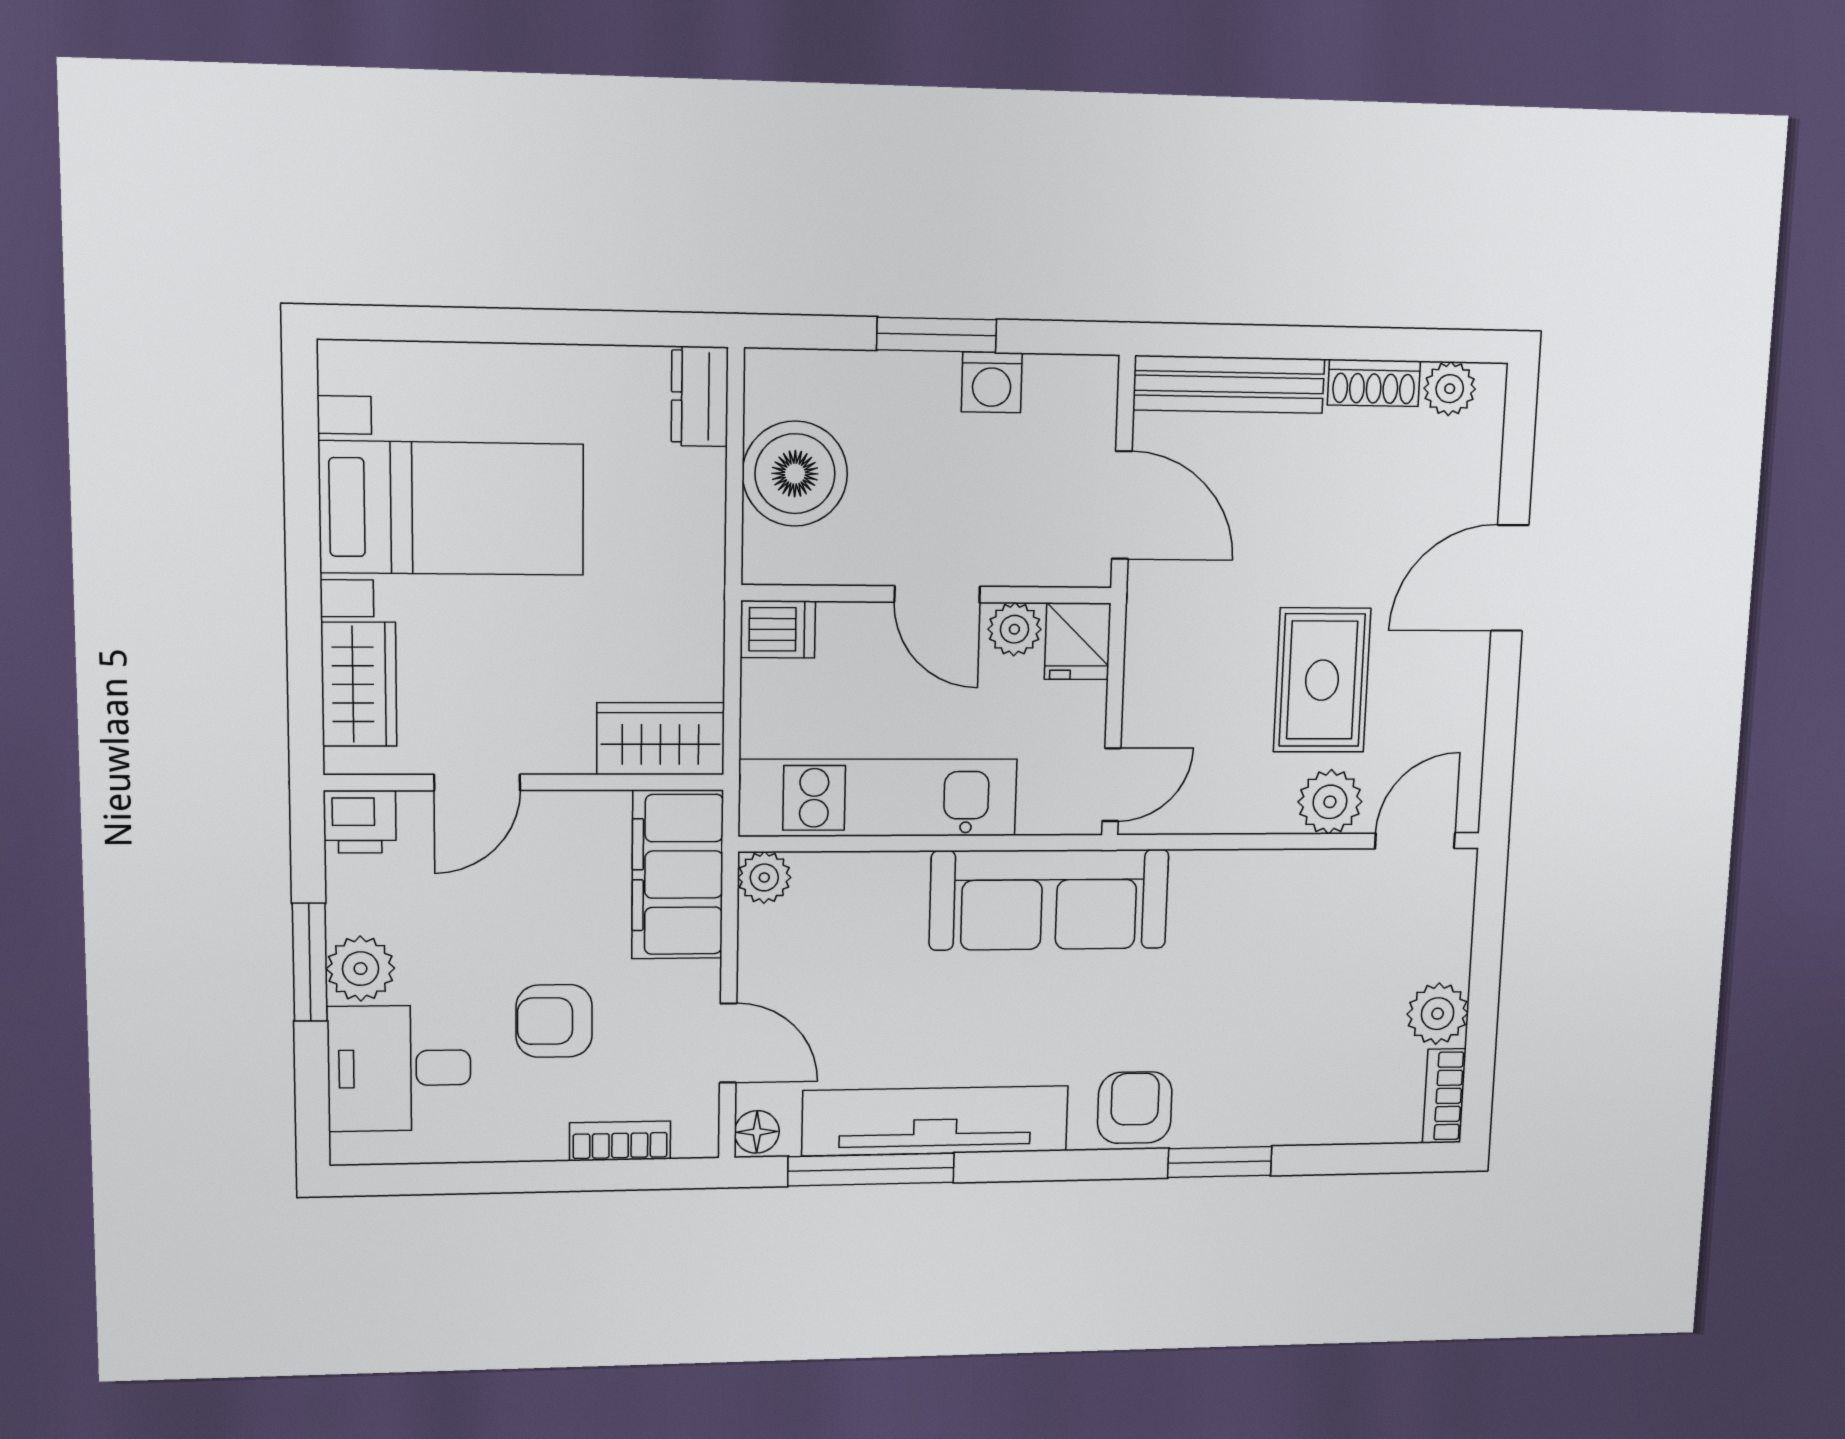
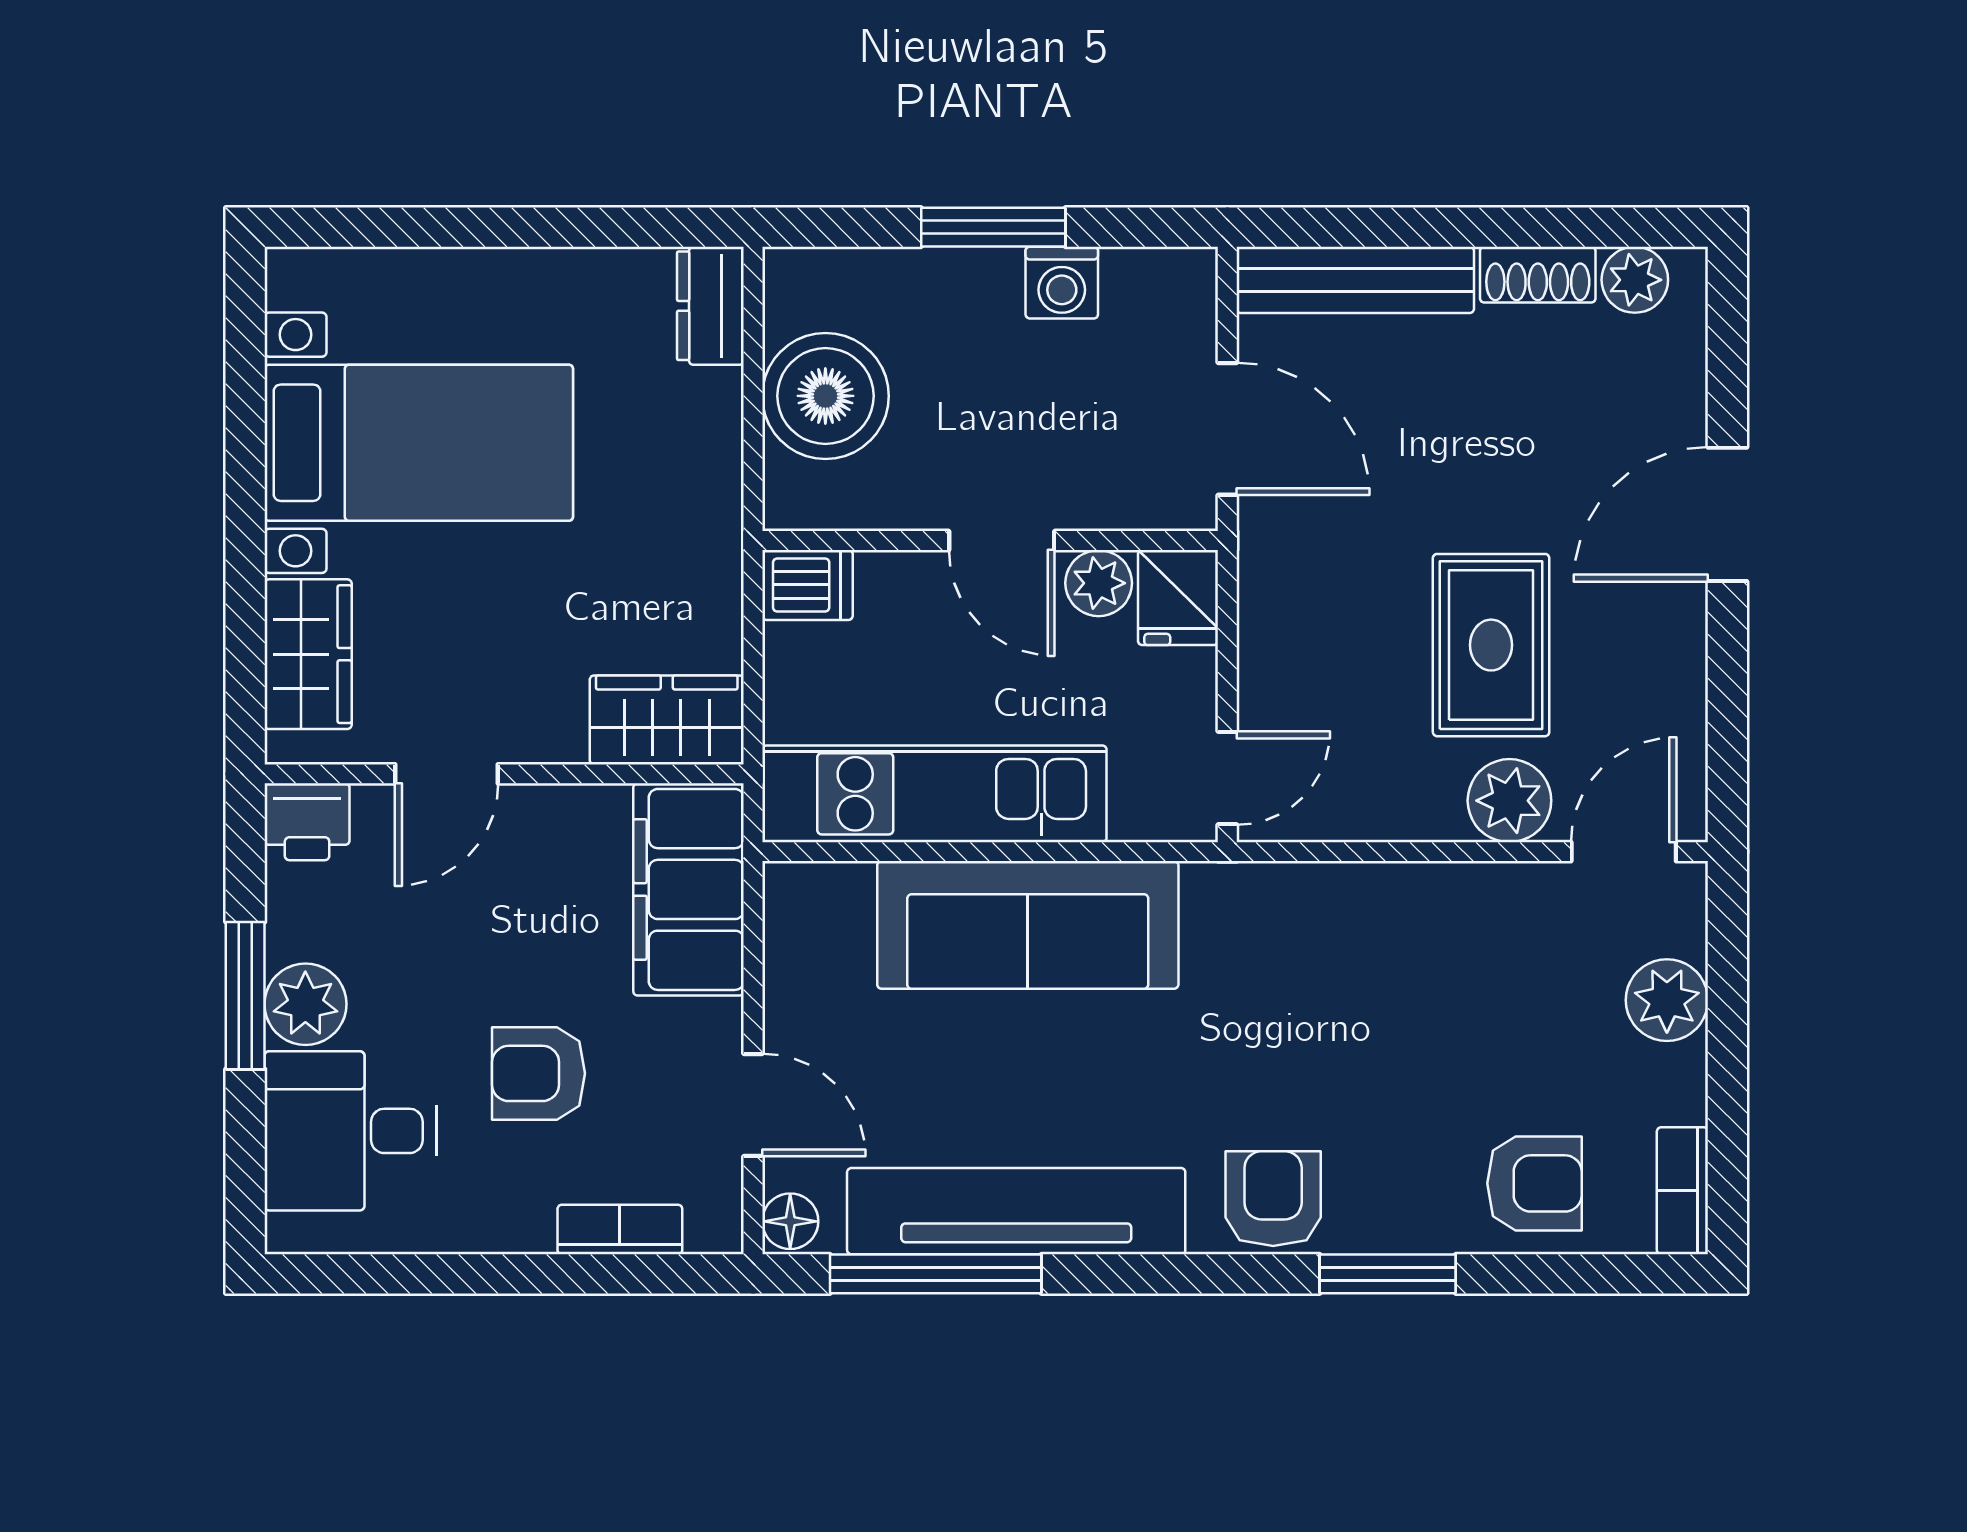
plant: (764, 877) -> (795, 894), removed
sofa: (1049, 900) -> (1028, 925), moved
plant: (1438, 1014) -> (1667, 1000), moved
armchair: (1334, 1093) -> (1535, 1183), added

